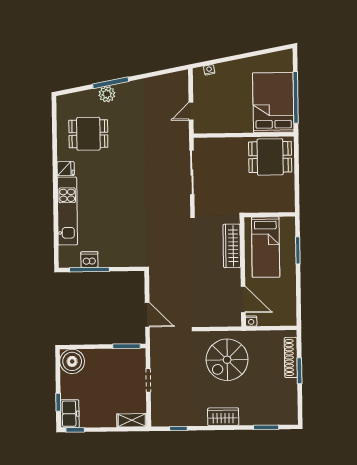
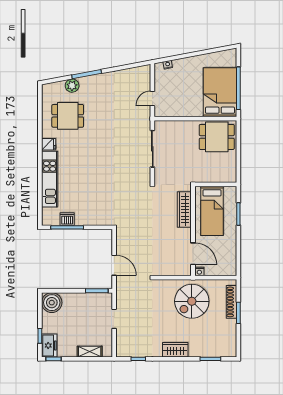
plant: (107, 94) -> (72, 86), moved
spiral stairs: (227, 360) -> (192, 301), moved
shelving: (132, 420) -> (90, 352), moved

